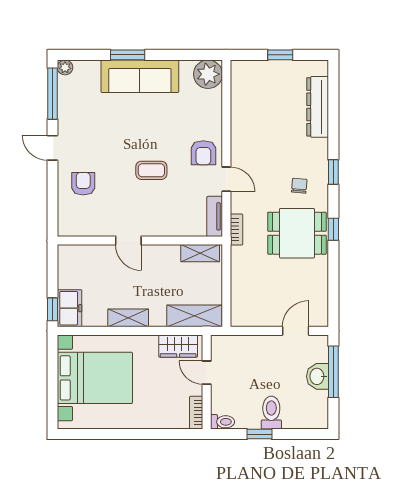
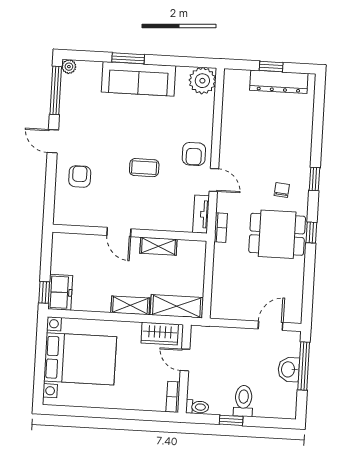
dresser: (318, 107) -> (279, 82), moved, turned -90
shelving: (200, 253) -> (158, 246), moved
shelving: (128, 318) -> (130, 305), moved

